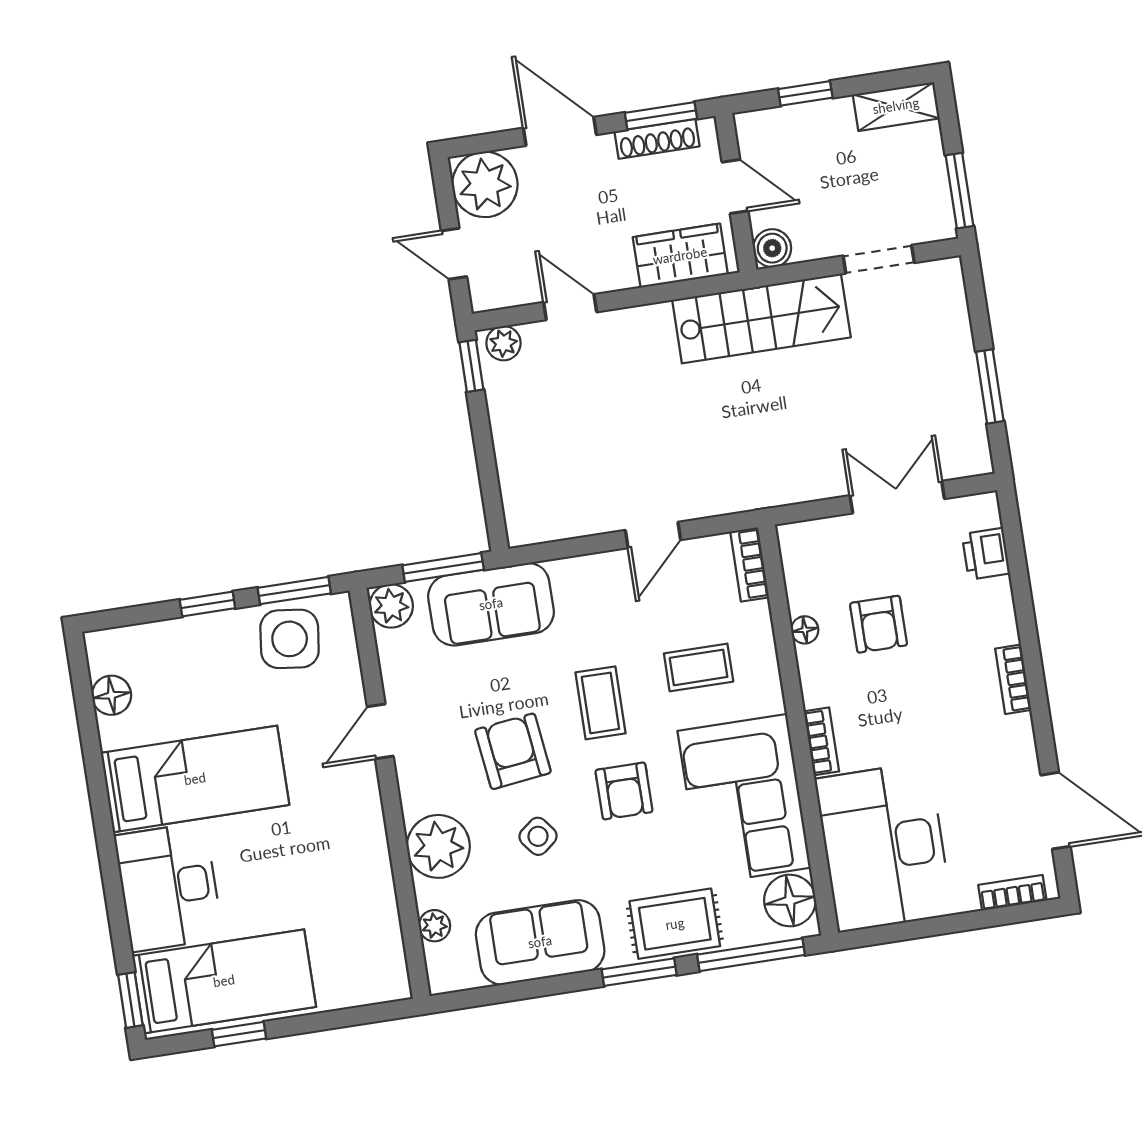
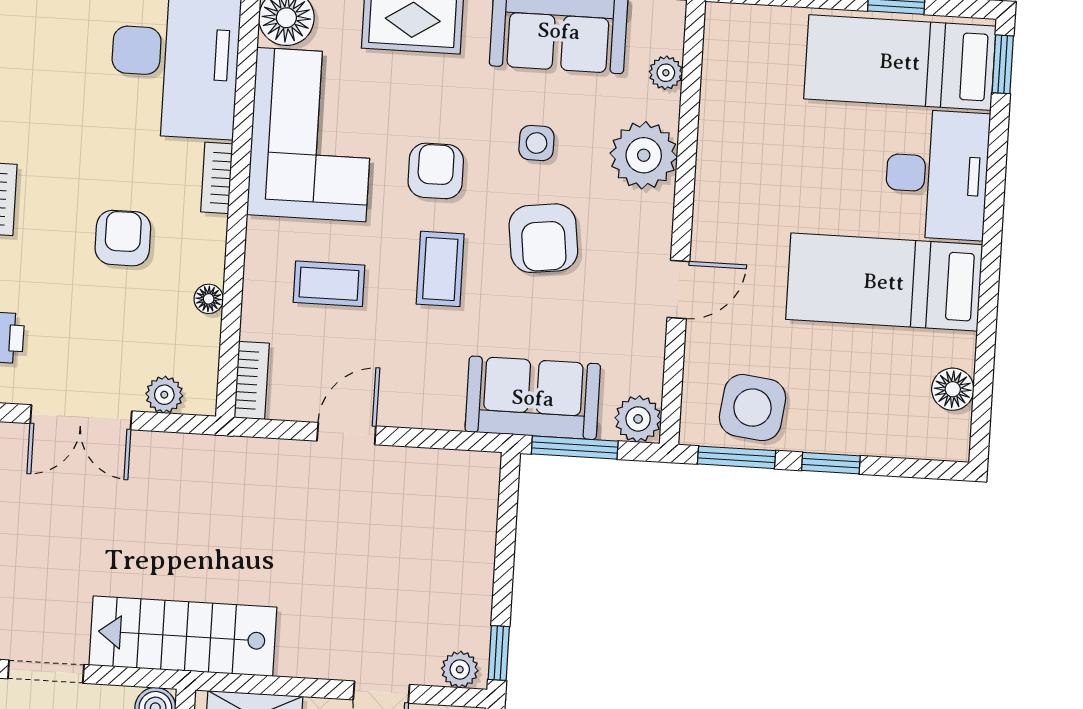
plant: (826, 534) -> (164, 395), added
armchair: (879, 624) -> (123, 238), moved
side table: (538, 836) -> (536, 143), turned 38

